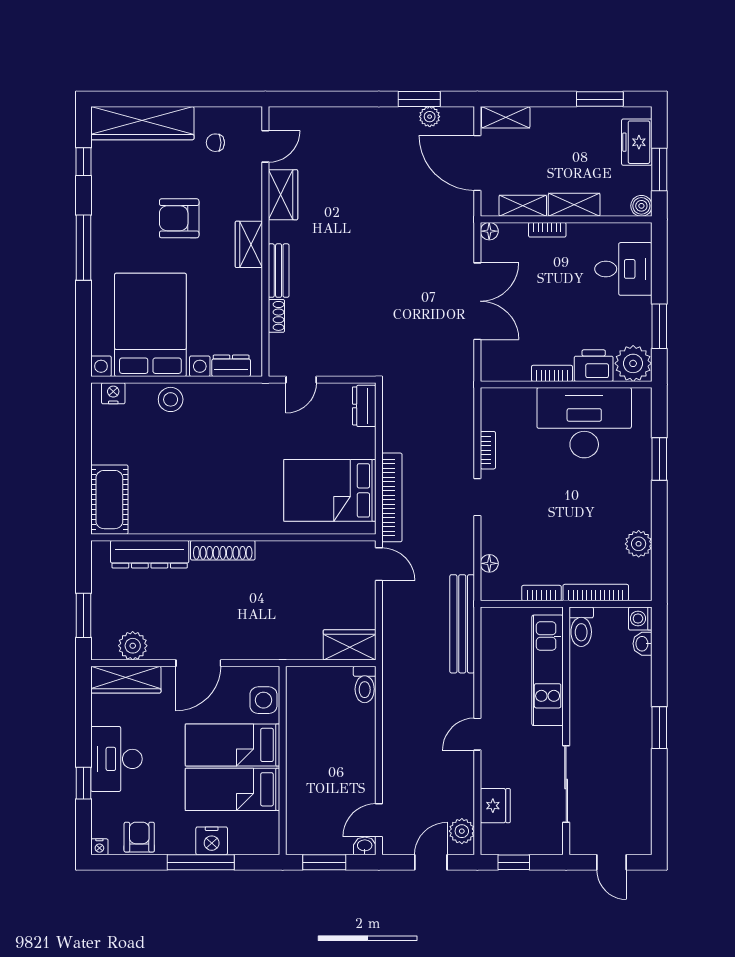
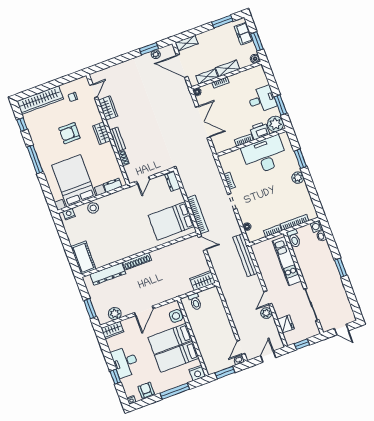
desk: (623, 269) -> (262, 99), moved
plant: (639, 544) -> (298, 178), moved
wardrobe: (126, 680) -> (112, 330), width x0.67
toilet: (365, 684) -> (195, 302), moved
plant: (462, 831) -> (266, 313), moved
nightstand: (212, 841) -> (197, 373), moved

